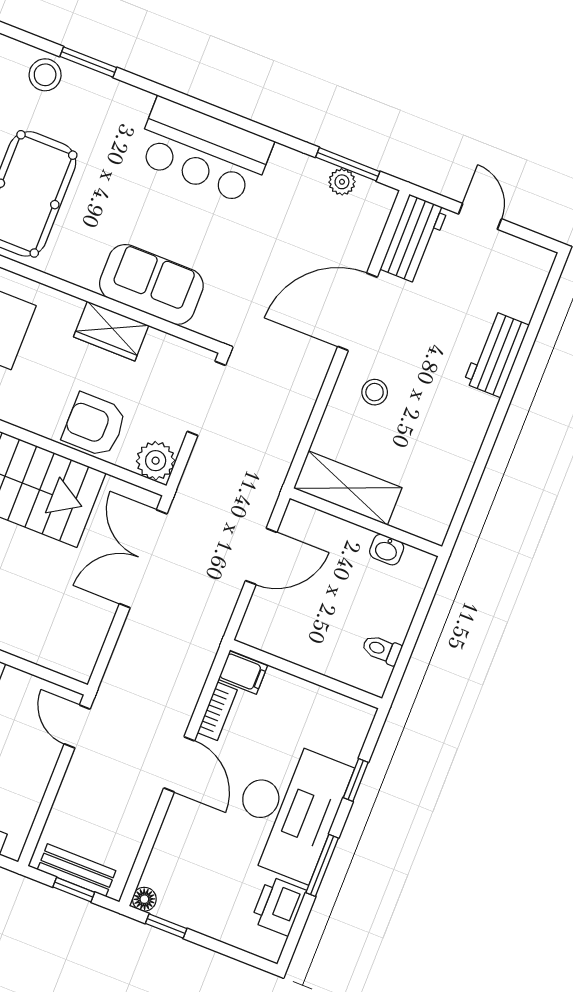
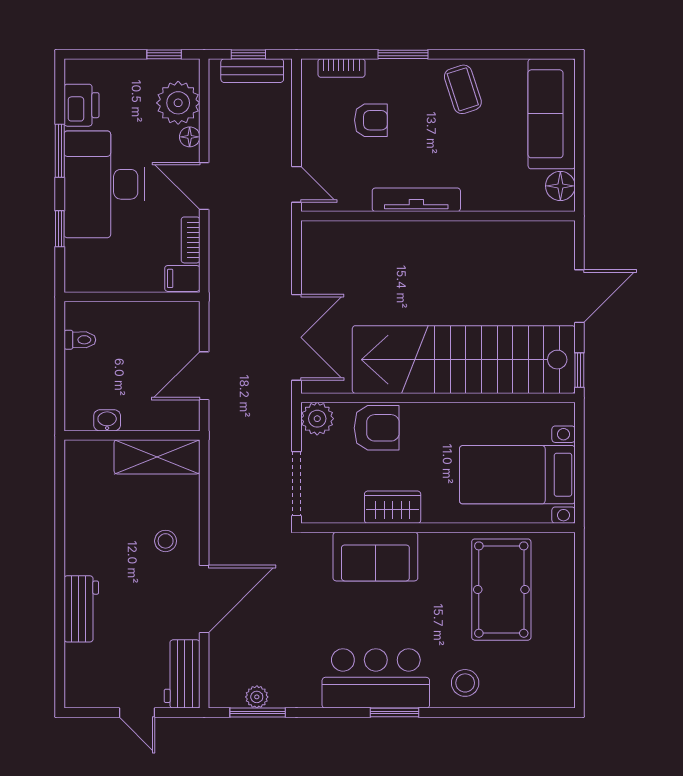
window: (88, 62) -> (395, 713), moved
stool: (45, 75) -> (465, 683), moved
plant: (172, 867) -> (178, 103), added
floor lamp: (144, 899) -> (190, 137), moved

